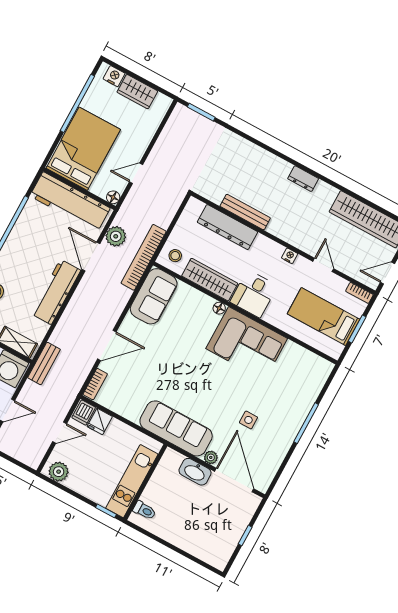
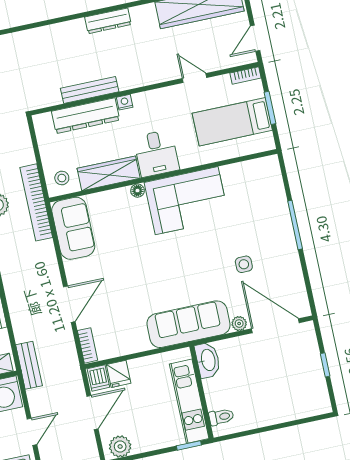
dresser: (303, 179) -> (108, 21), width x1.44
nightstand: (290, 256) -> (125, 102), moved
door: (60, 433) -> (93, 413), width x1.38
washbasin: (195, 472) -> (208, 360), moved, turned -90

